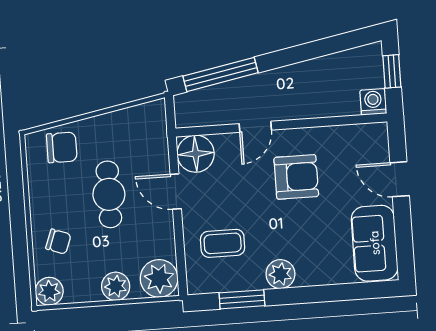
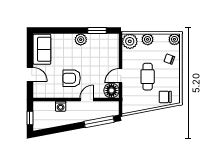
washing machine: (373, 102) -> (61, 106), moved
door: (176, 192) -> (121, 76), swing flipped
coffee table: (223, 243) -> (103, 54), removed

